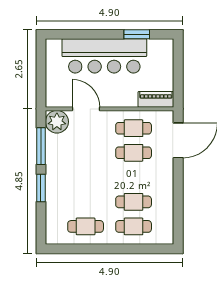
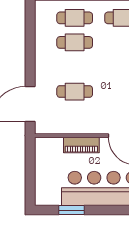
piano: (156, 99) -> (81, 145), moved
cafe table: (134, 128) -> (75, 116), removed

